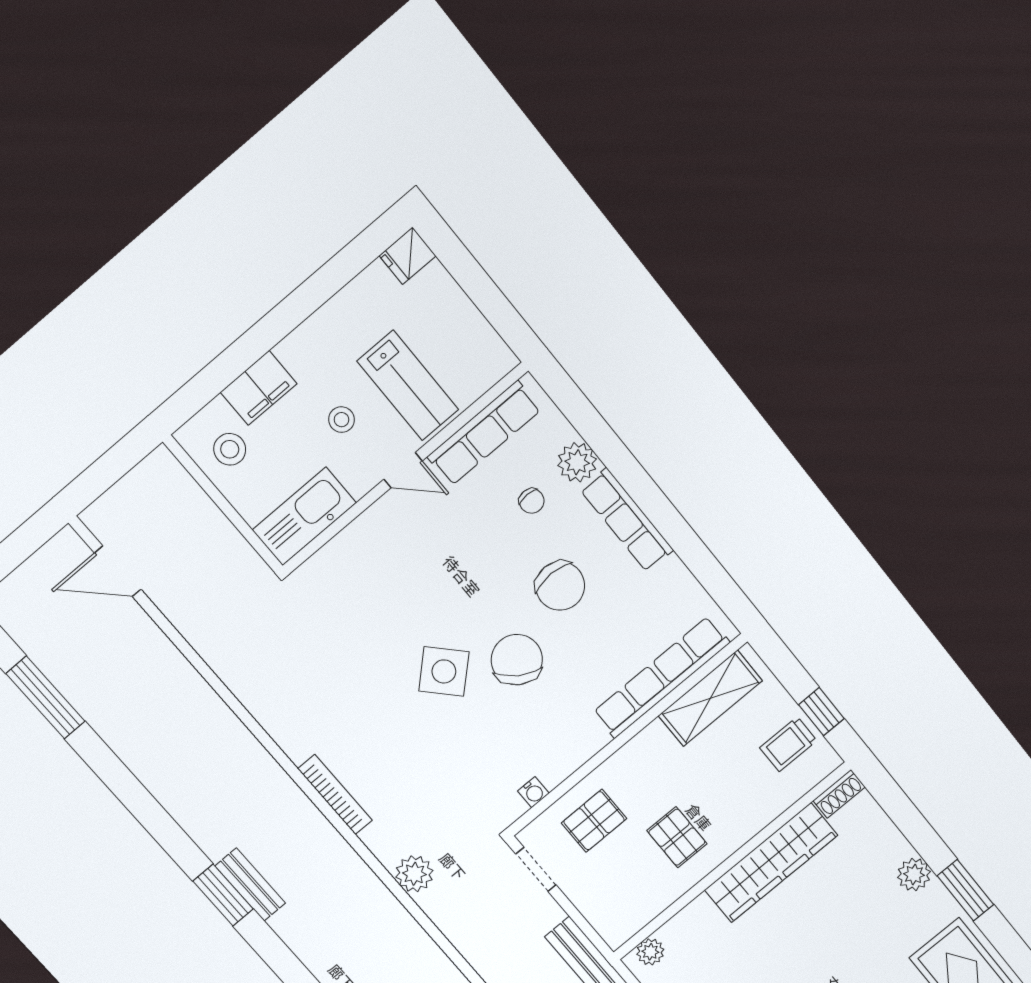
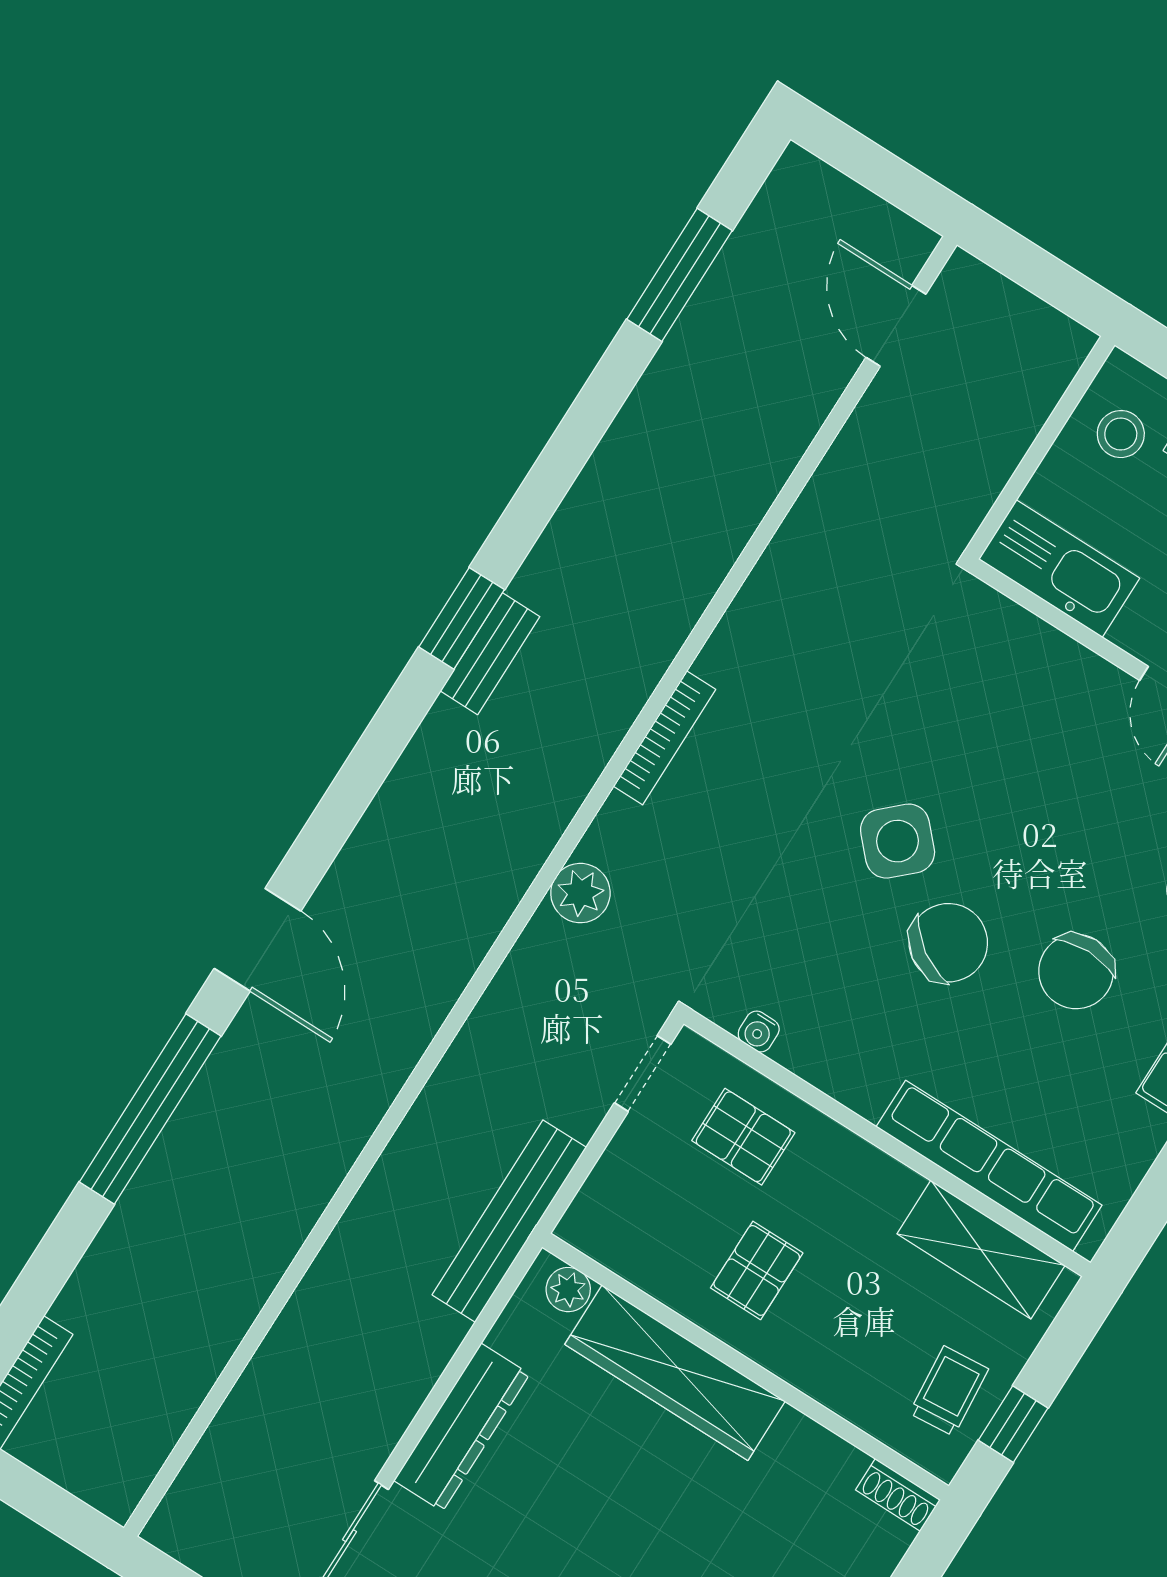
trolley: (788, 744) -> (949, 1391), turned 85
wardrobe: (771, 863) -> (675, 1373), moved

